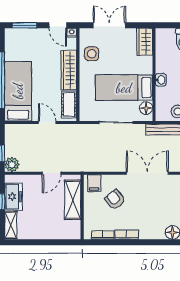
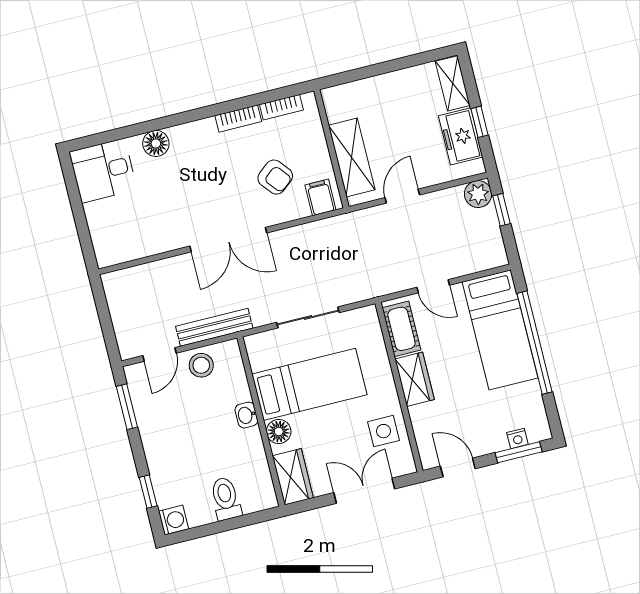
double door: (109, 25) -> (364, 491), swing flipped
nightstand: (72, 33) -> (517, 438), moved
wardrobe: (69, 70) -> (415, 379), width x0.67
floor lamp: (146, 108) -> (279, 431), moved

